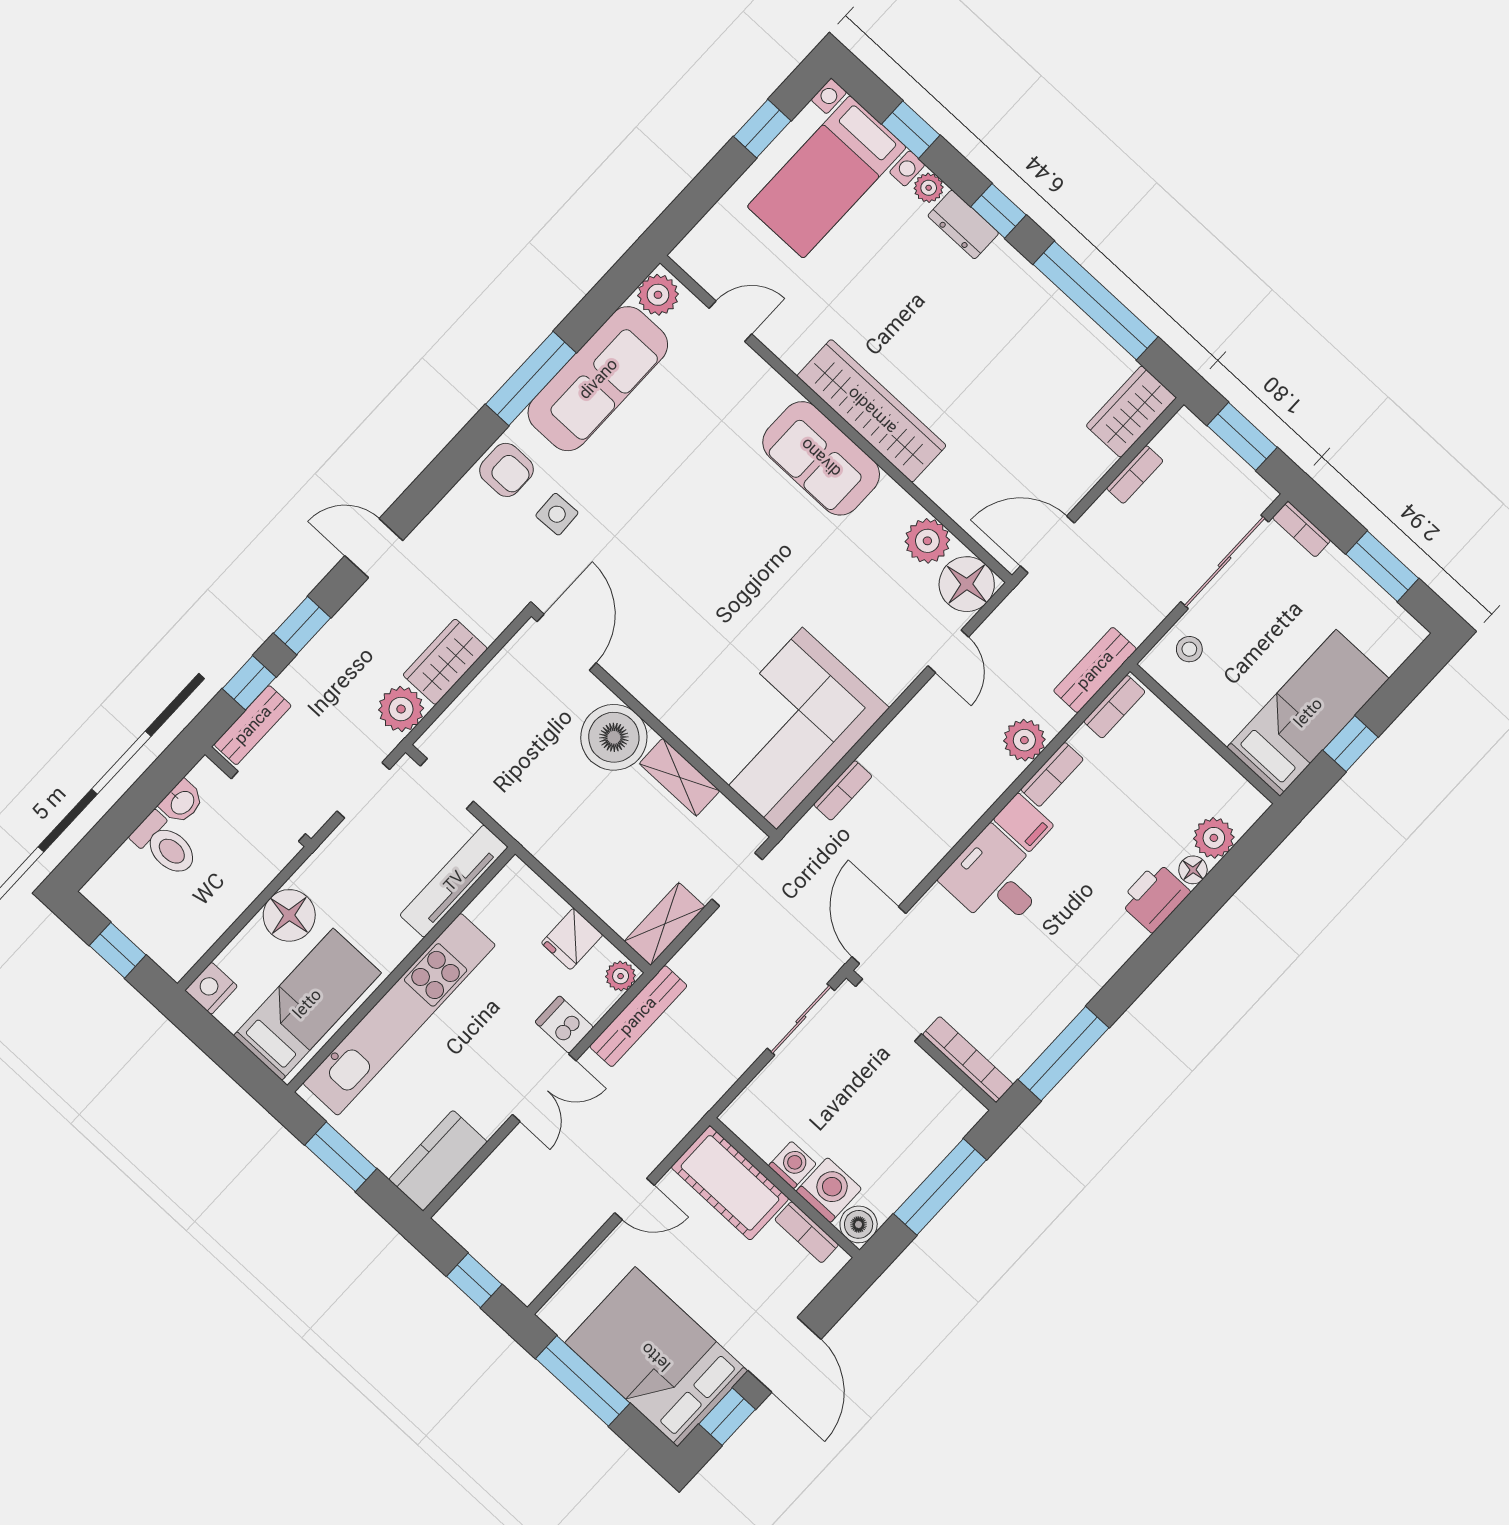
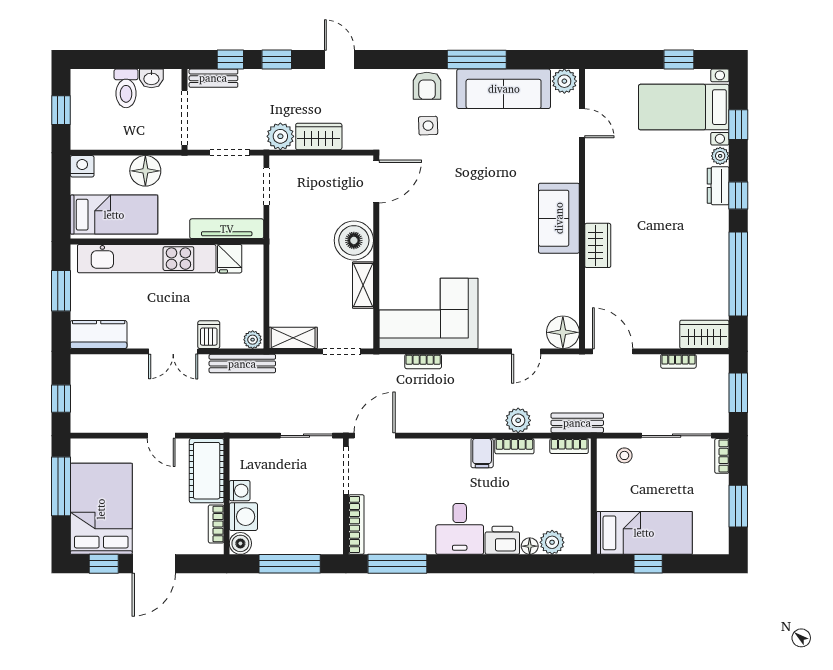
wardrobe: (872, 411) -> (598, 245), width x0.48, depth x0.85
plant: (927, 541) -> (566, 298), removed
desk: (995, 880) -> (460, 529), moved, turned 180
fridge: (572, 939) -> (230, 259), moved, turned -90

